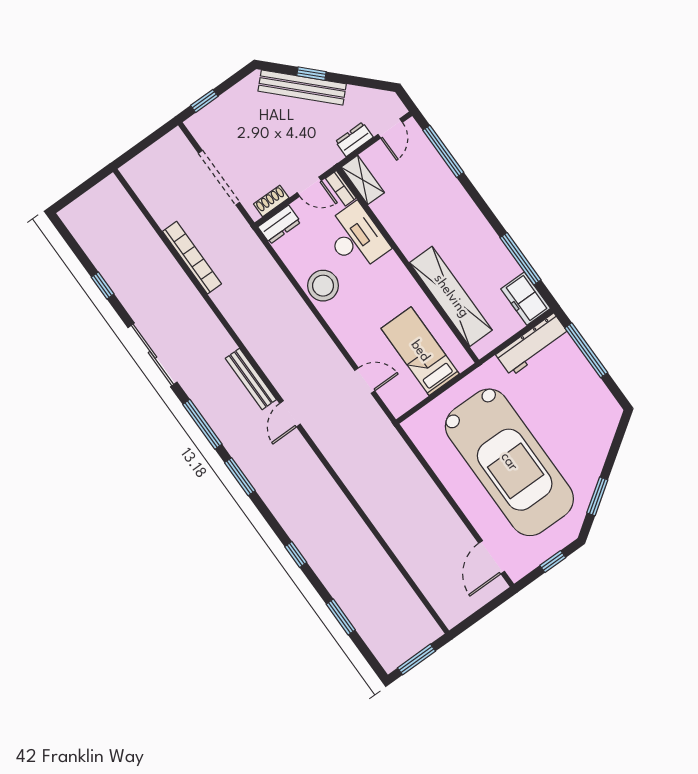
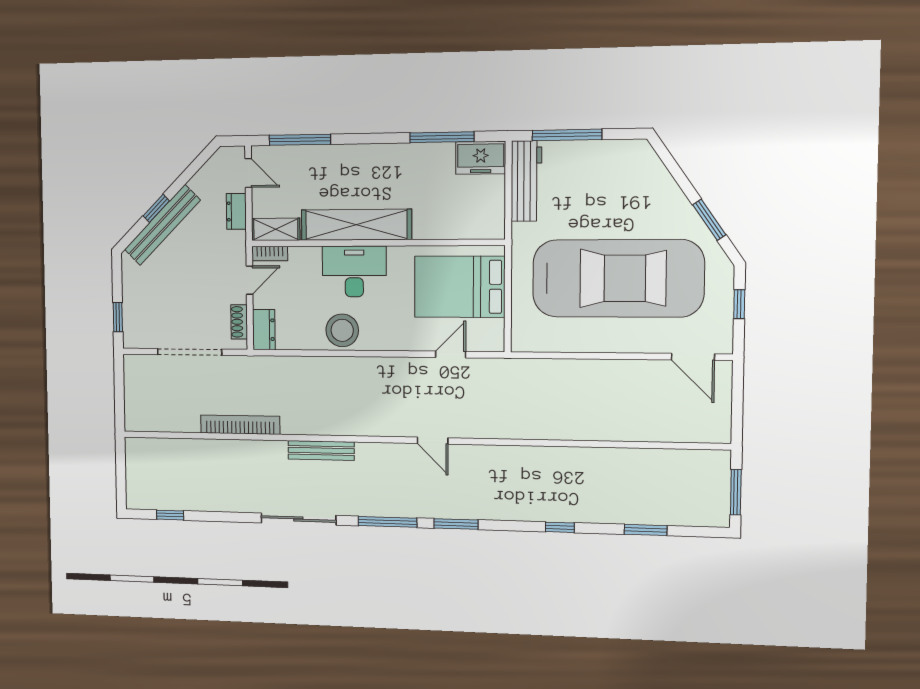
desk: (356, 238) -> (354, 271), moved
window: (103, 285) -> (170, 515), moved
shelving: (451, 296) -> (356, 225), moved
bed: (420, 351) -> (460, 287), width x1.50
bench: (251, 379) -> (321, 451), moved

